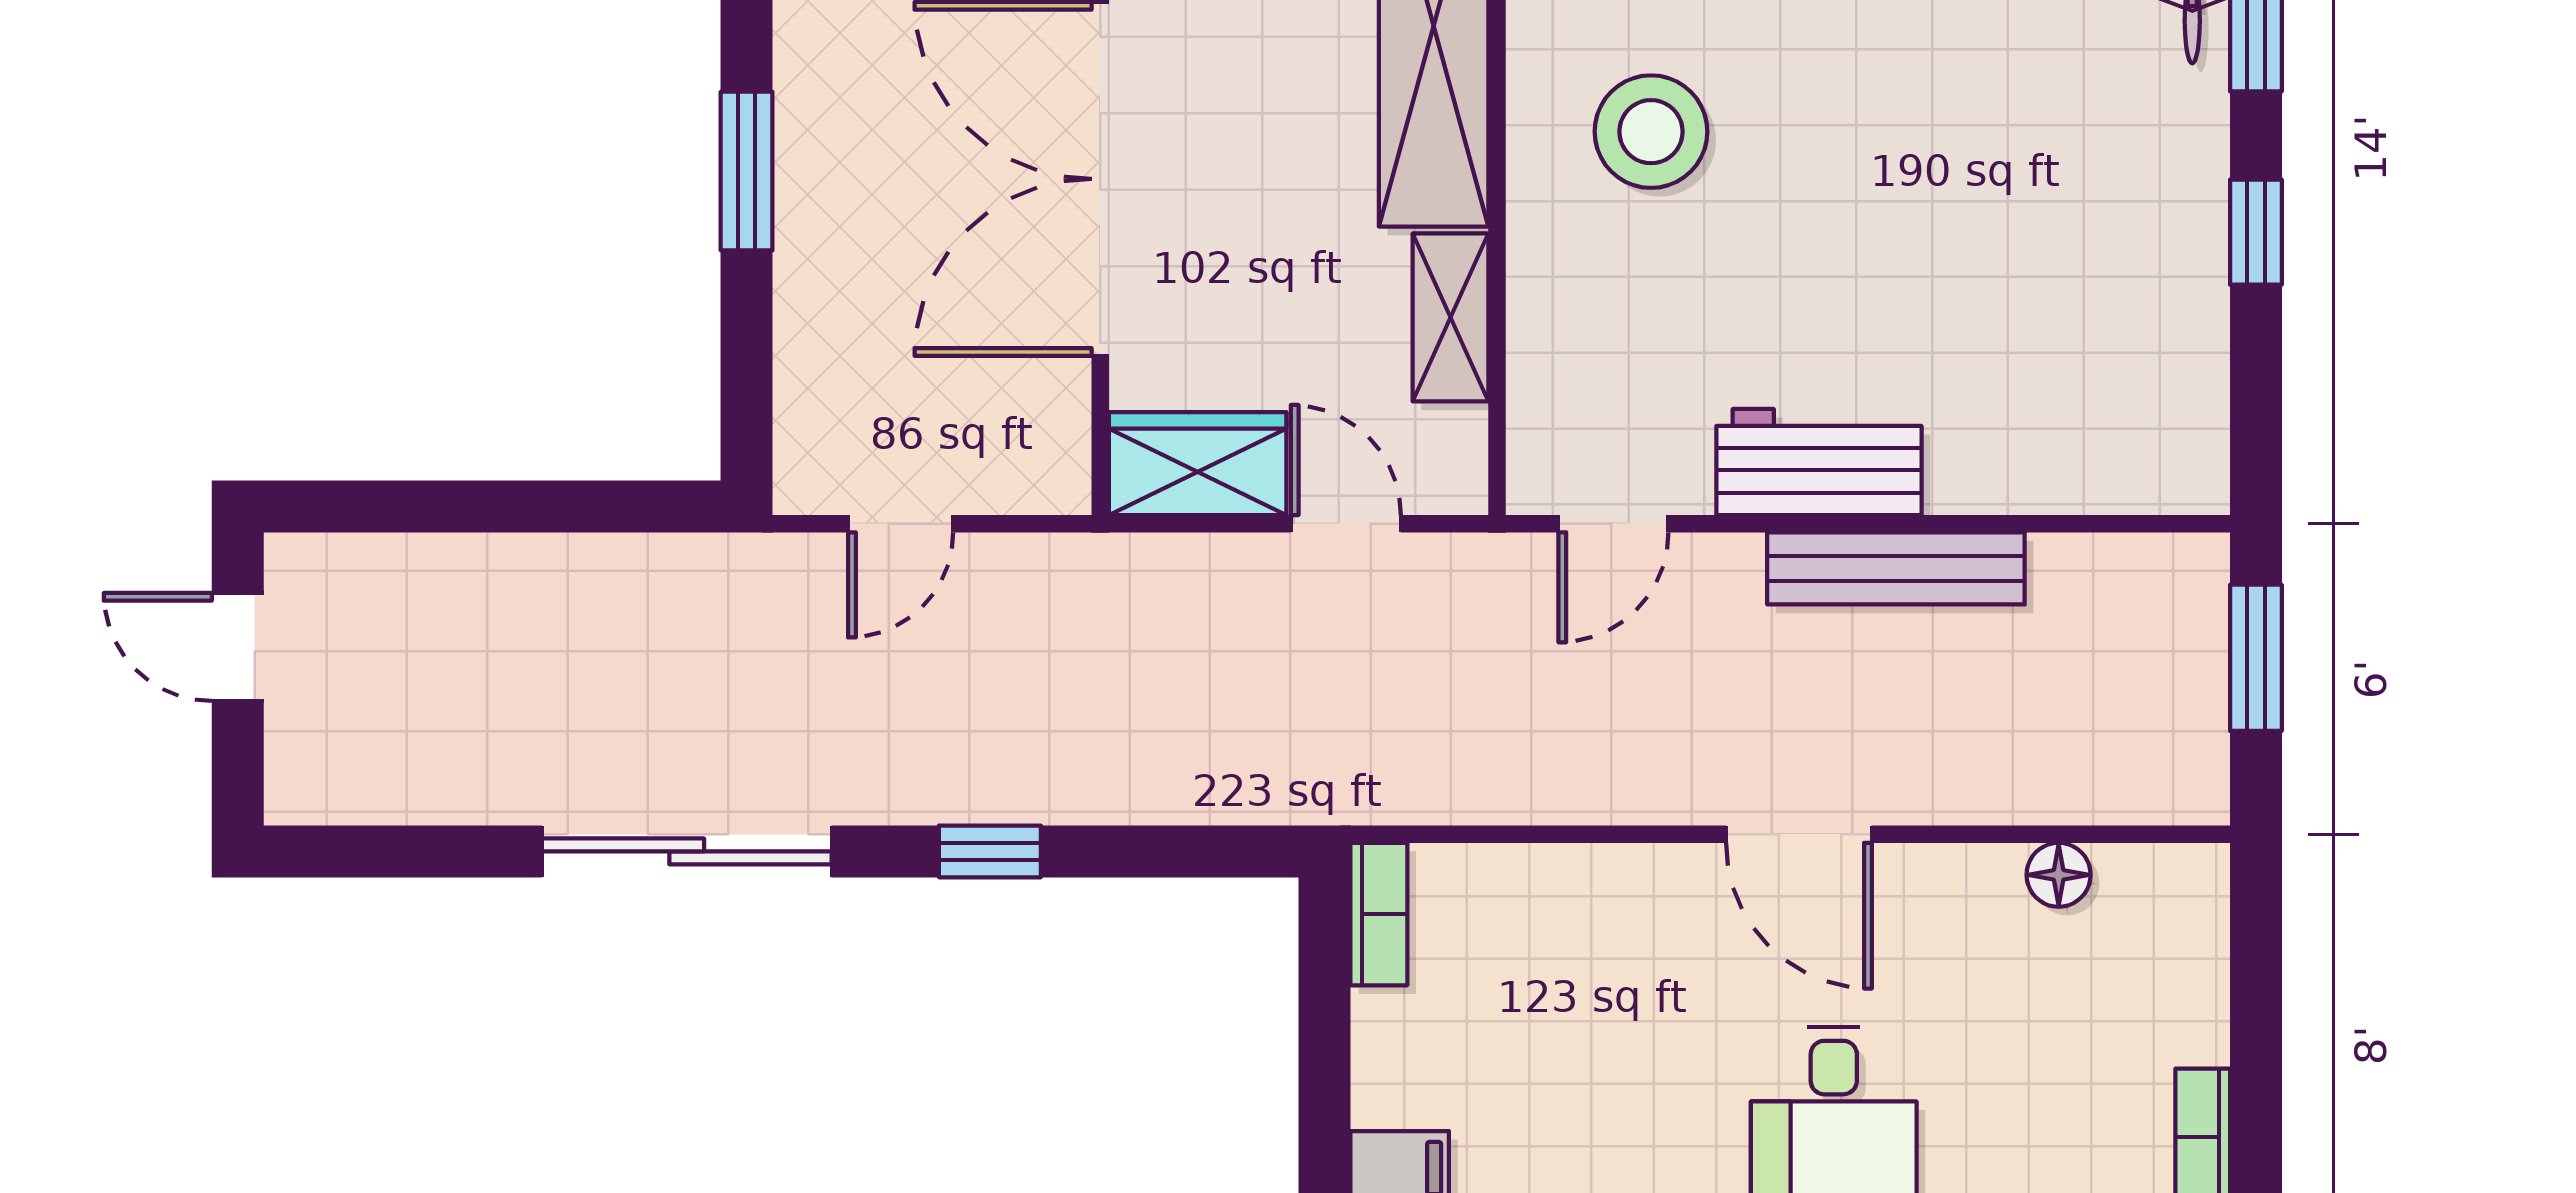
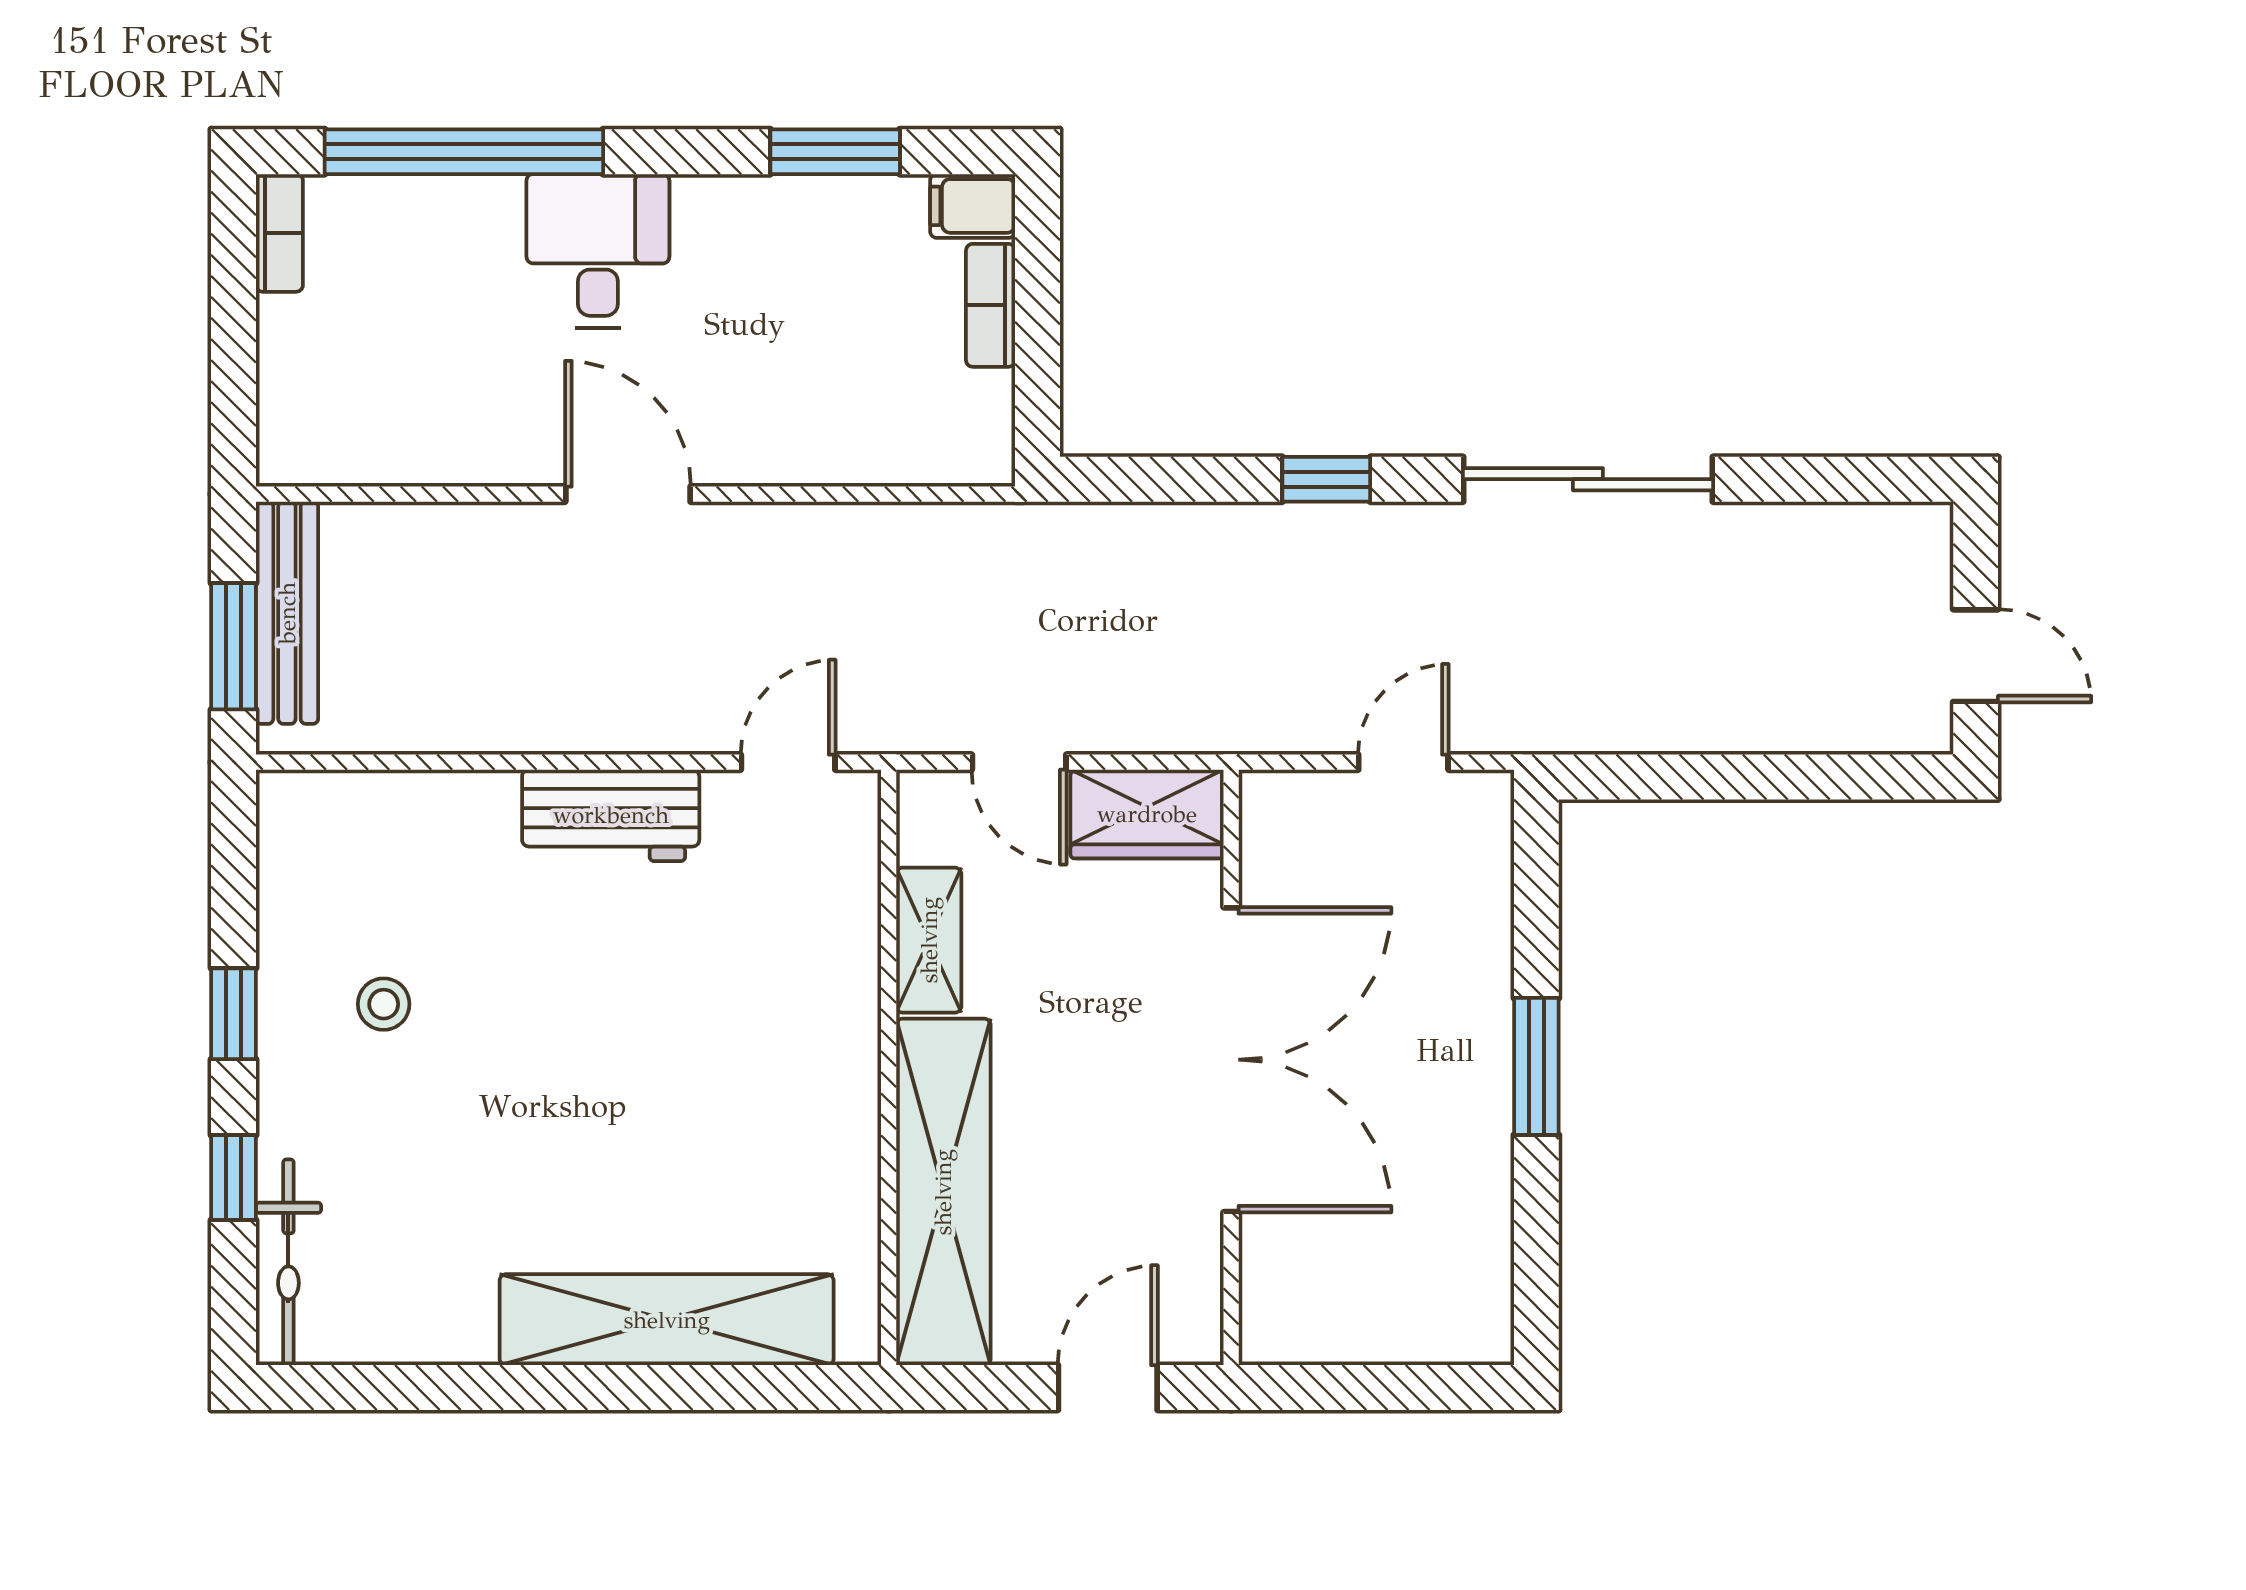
stool: (1651, 132) -> (384, 1004), moved, width x0.53, depth x0.53
bench: (1896, 568) -> (287, 613), moved, turned 90
floor lamp: (2059, 875) -> (404, 459), removed
bookcase: (1379, 914) -> (991, 305), moved

